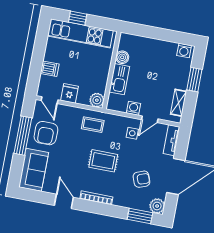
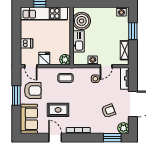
boiler: (122, 57) -> (82, 21), width x1.86, depth x1.86
armchair: (46, 133) -> (33, 91), turned -90
window: (23, 136) -> (16, 96), width x0.69
rug: (103, 161) -> (58, 110), moved

